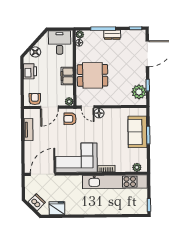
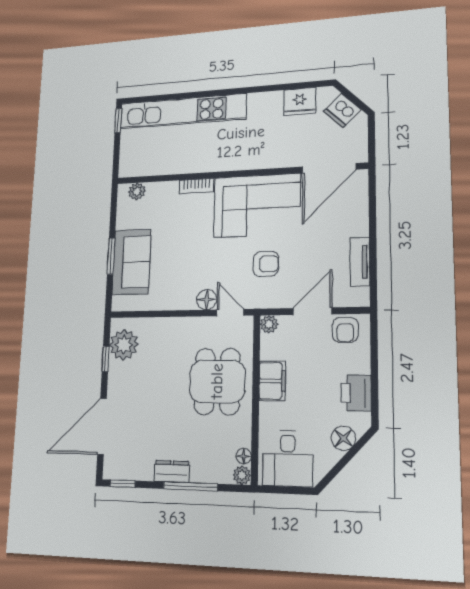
dining table: (93, 75) -> (217, 381), turned 90
armchair: (70, 119) -> (266, 264), moved
kitchen unit: (115, 182) -> (183, 111), moved, turned 180

